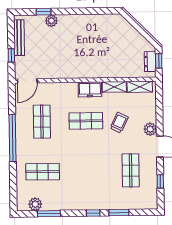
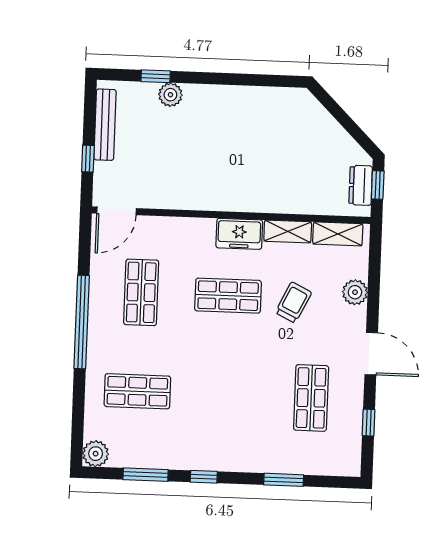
plant: (150, 129) -> (355, 292), moved
plant: (35, 204) -> (96, 454), moved
window: (93, 213) -> (204, 477), moved

